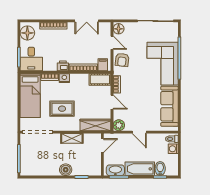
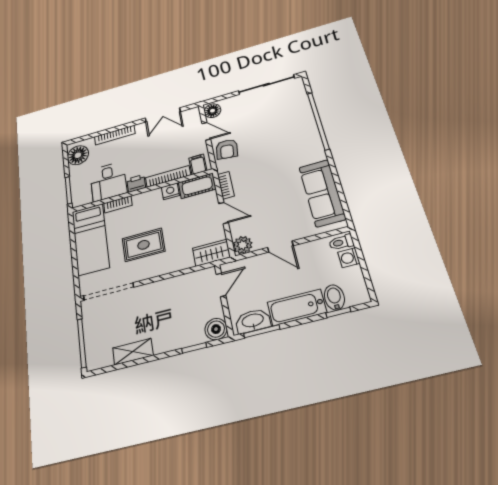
desk: (31, 59) -> (108, 182), moved
corner sofa: (163, 64) -> (293, 136), removed
nightstand: (64, 78) -> (170, 191), moved
wardrobe: (95, 125) -> (211, 253), width x0.67
shelving: (72, 138) -> (133, 352), moved
boiler: (66, 170) -> (216, 329), moved

